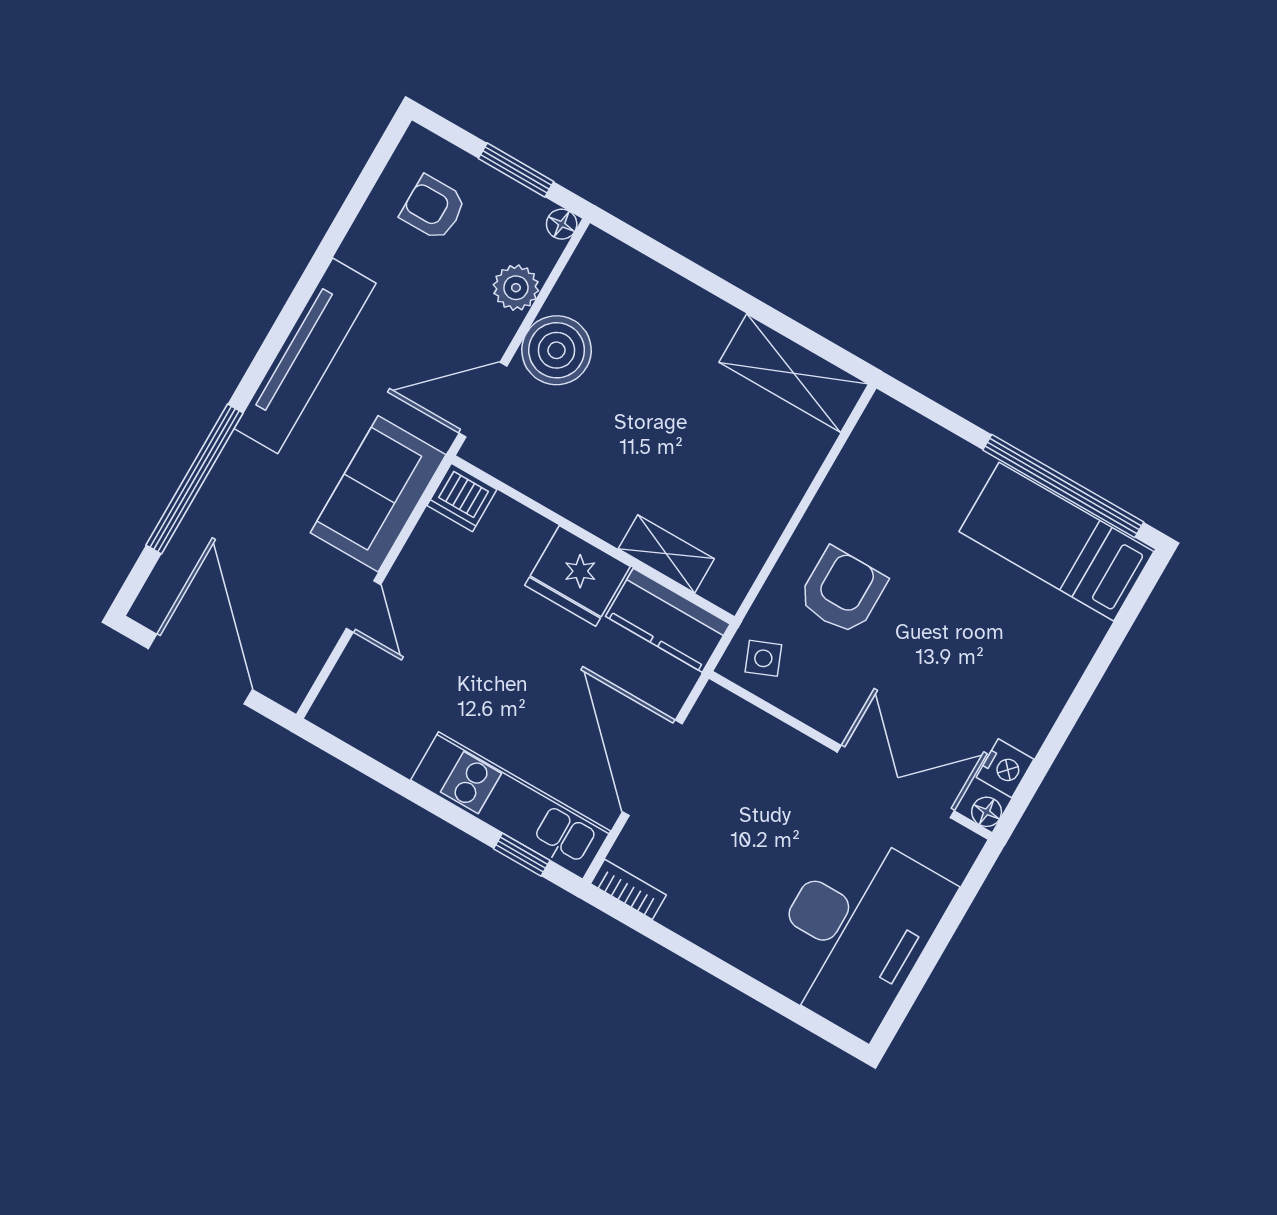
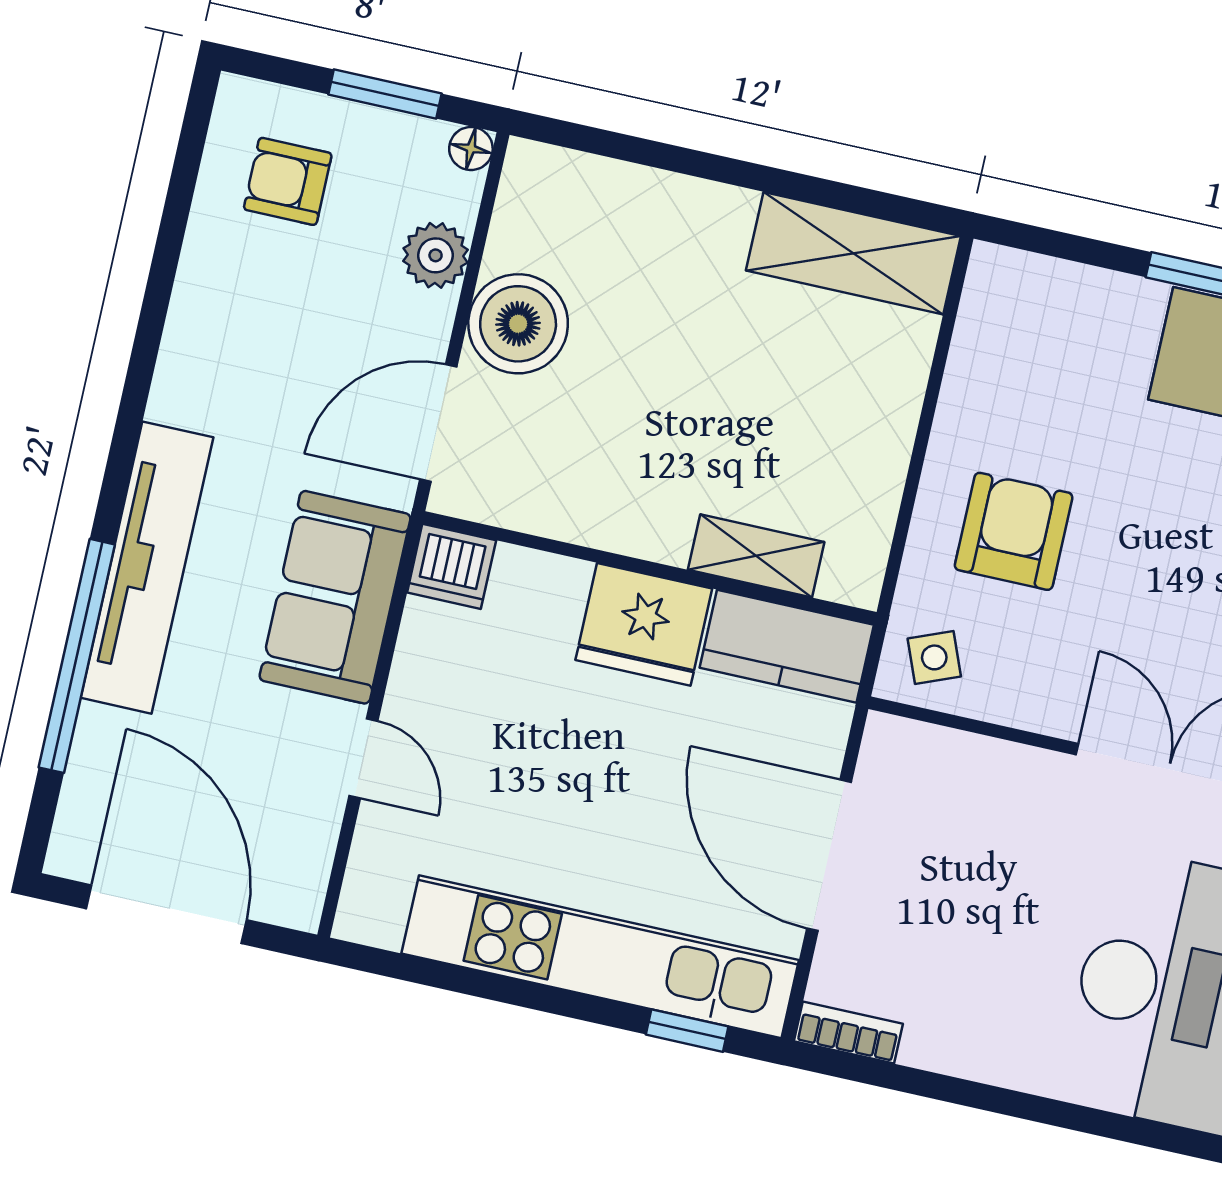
tv unit: (305, 356) -> (147, 568), moved
kitchen unit: (511, 806) -> (600, 957), width x1.36

